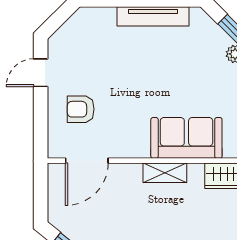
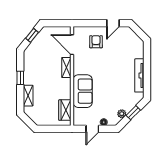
door: (41, 73) -> (113, 23), swing flipped
shelving: (165, 173) -> (66, 68), moved

